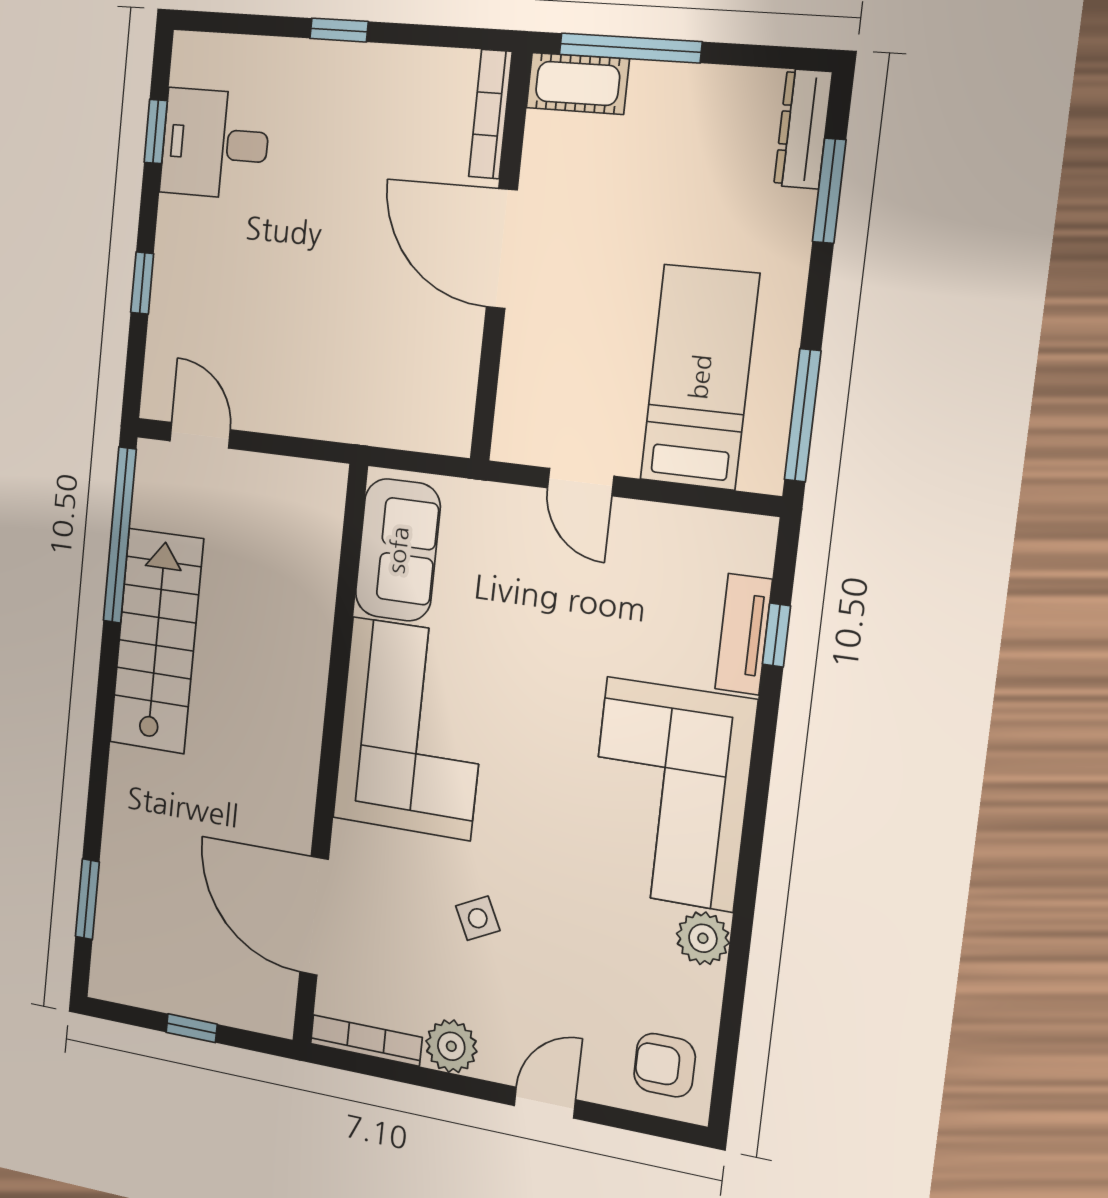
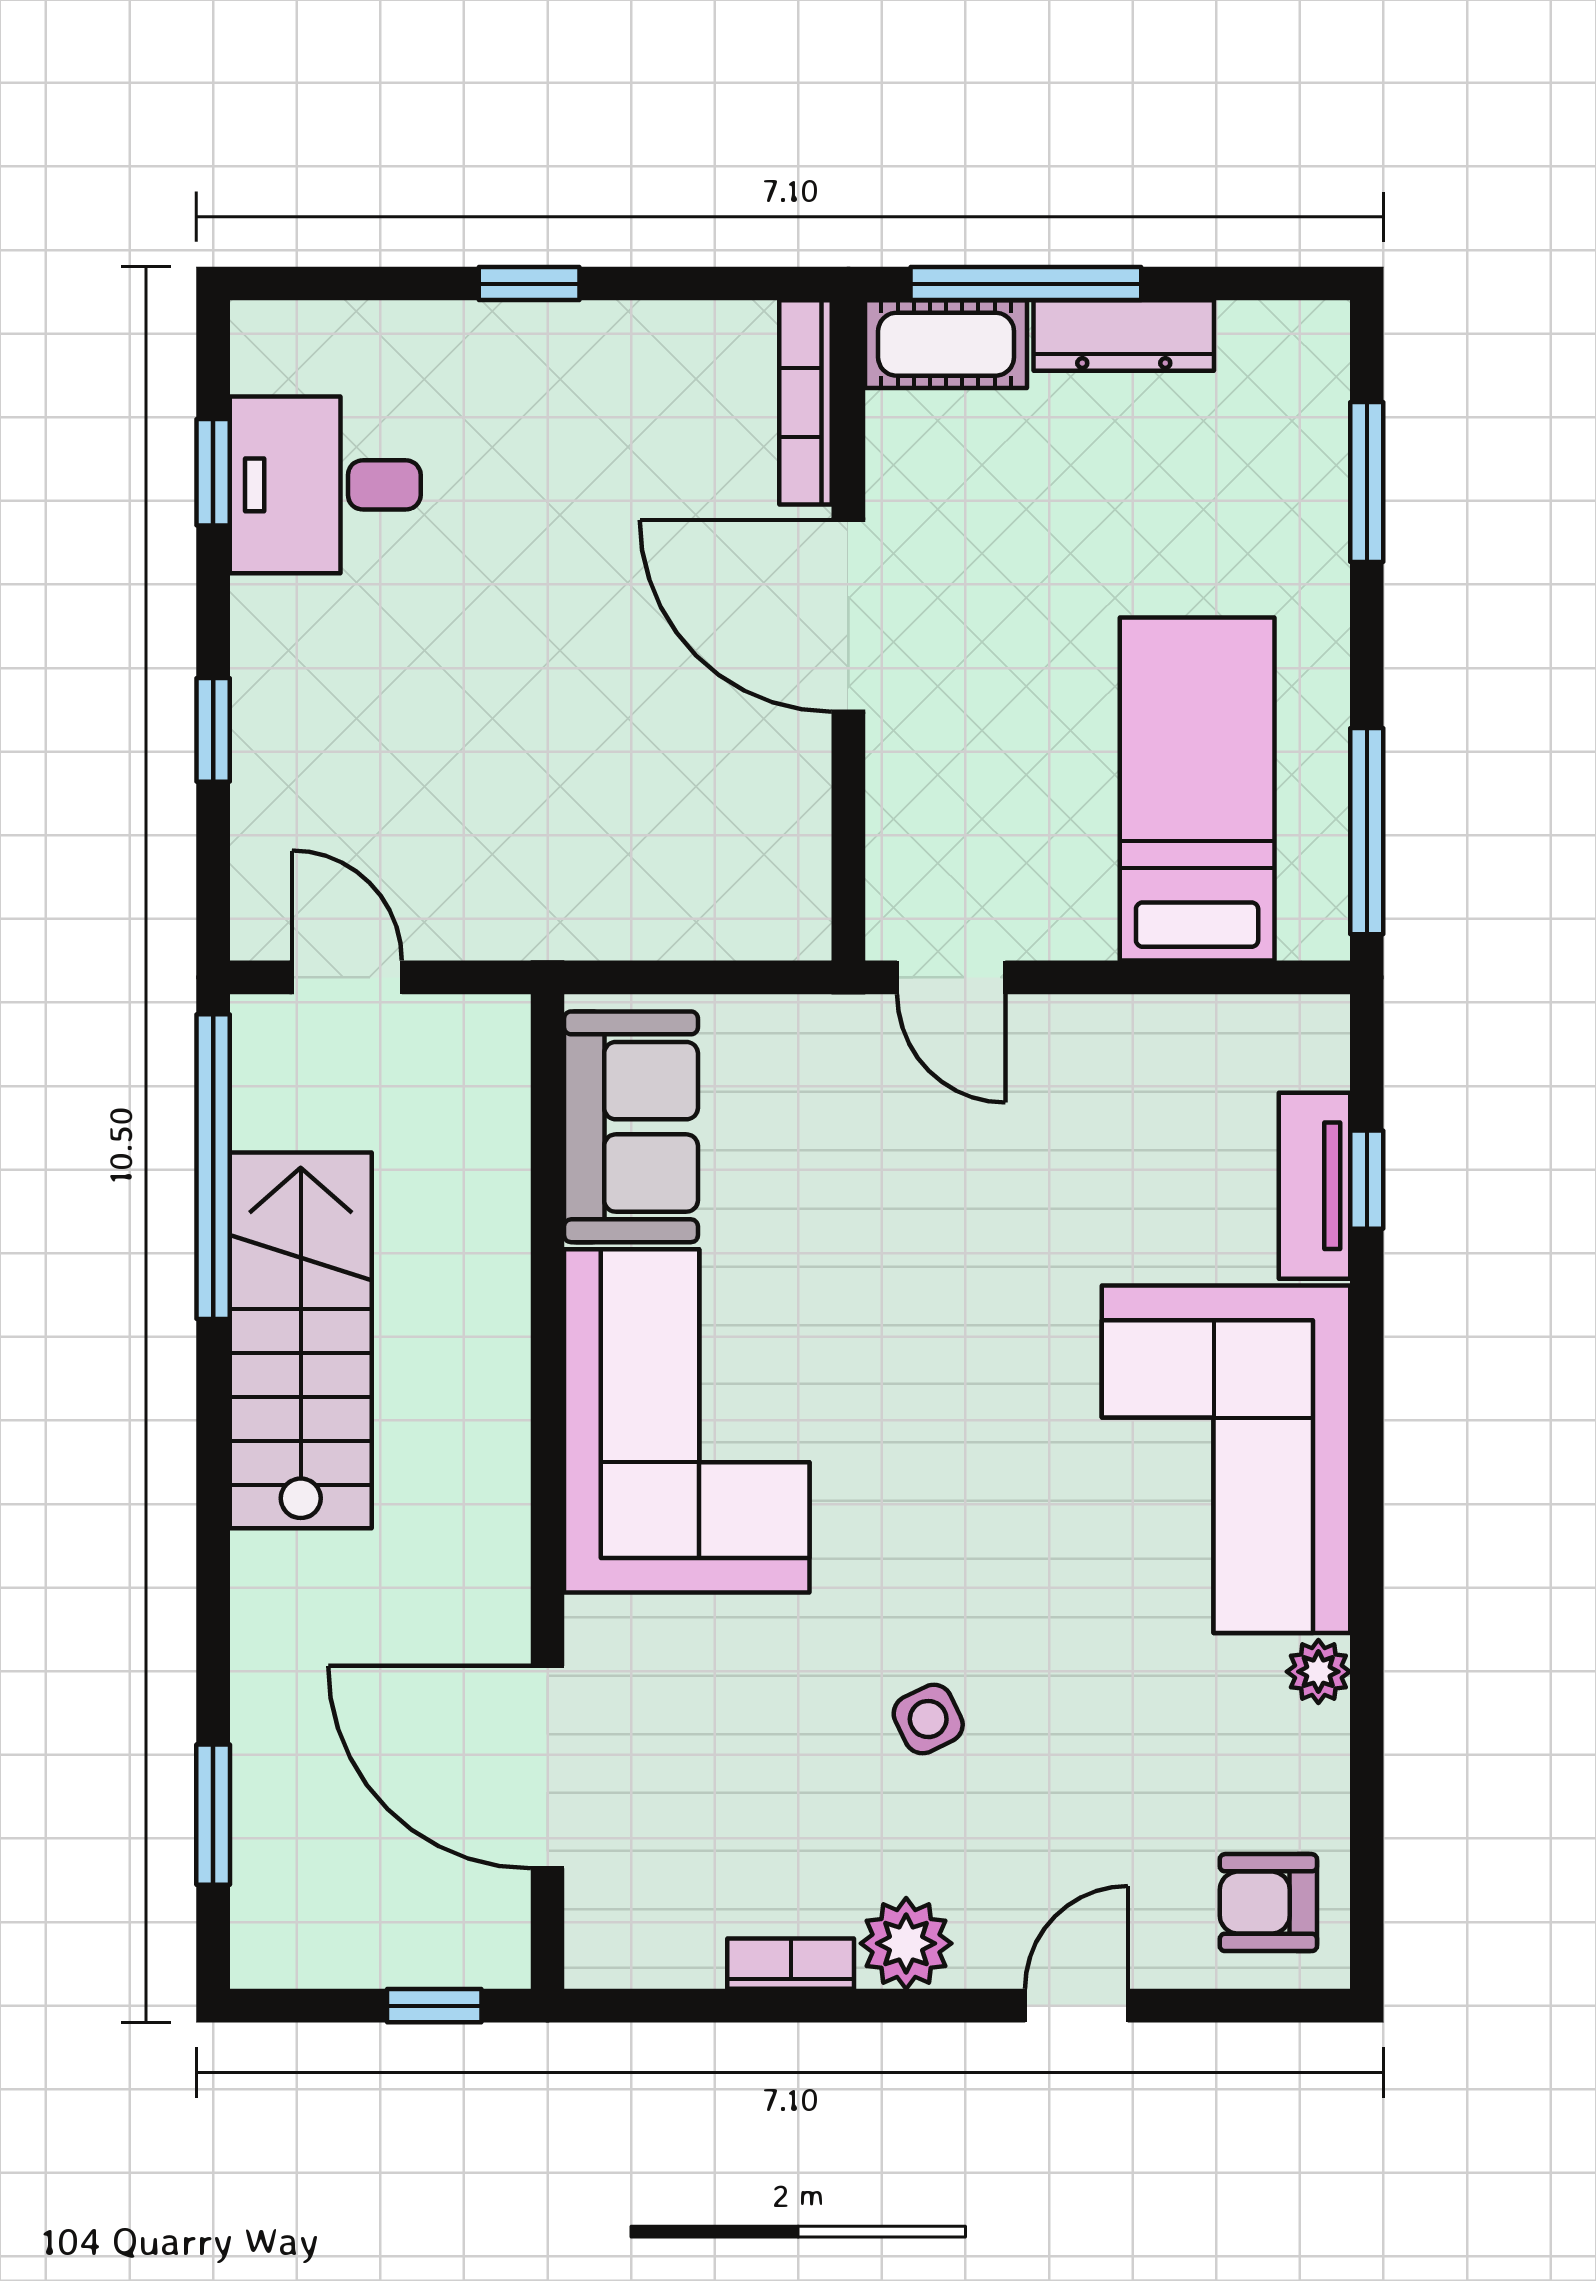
dresser: (803, 129) -> (1124, 336), moved, turned -90
door: (581, 482) -> (951, 977), moved
sofa: (398, 550) -> (631, 1127), moved
corner sofa: (411, 728) -> (687, 1421), moved
wall: (330, 757) -> (548, 1492), moved
door: (314, 916) -> (548, 1767), moved
plant: (703, 938) -> (1318, 1672), width x0.73, depth x0.73
bookcase: (366, 1040) -> (791, 1964), width x0.64

